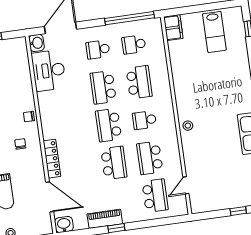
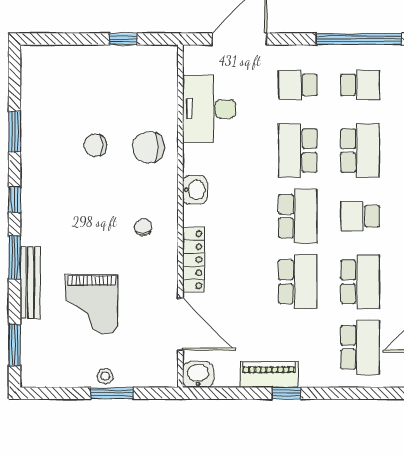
washbasin: (37, 43) -> (195, 190), moved
school desk: (134, 44) -> (360, 85), turned 180
chair: (29, 117) -> (148, 147), moved, width x1.87, depth x1.87
school desk: (109, 125) -> (298, 216), turned 180
school desk: (150, 158) -> (360, 282), turned 180

